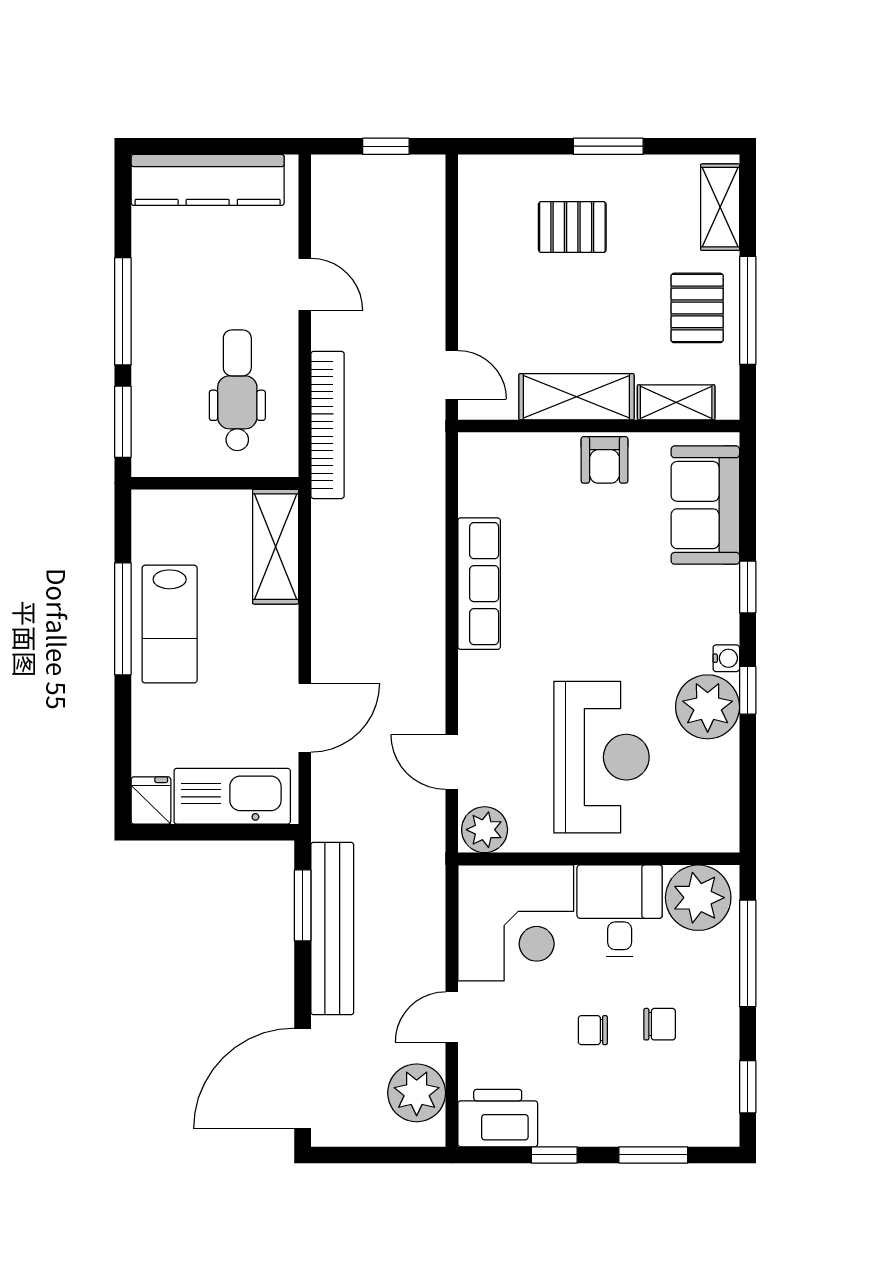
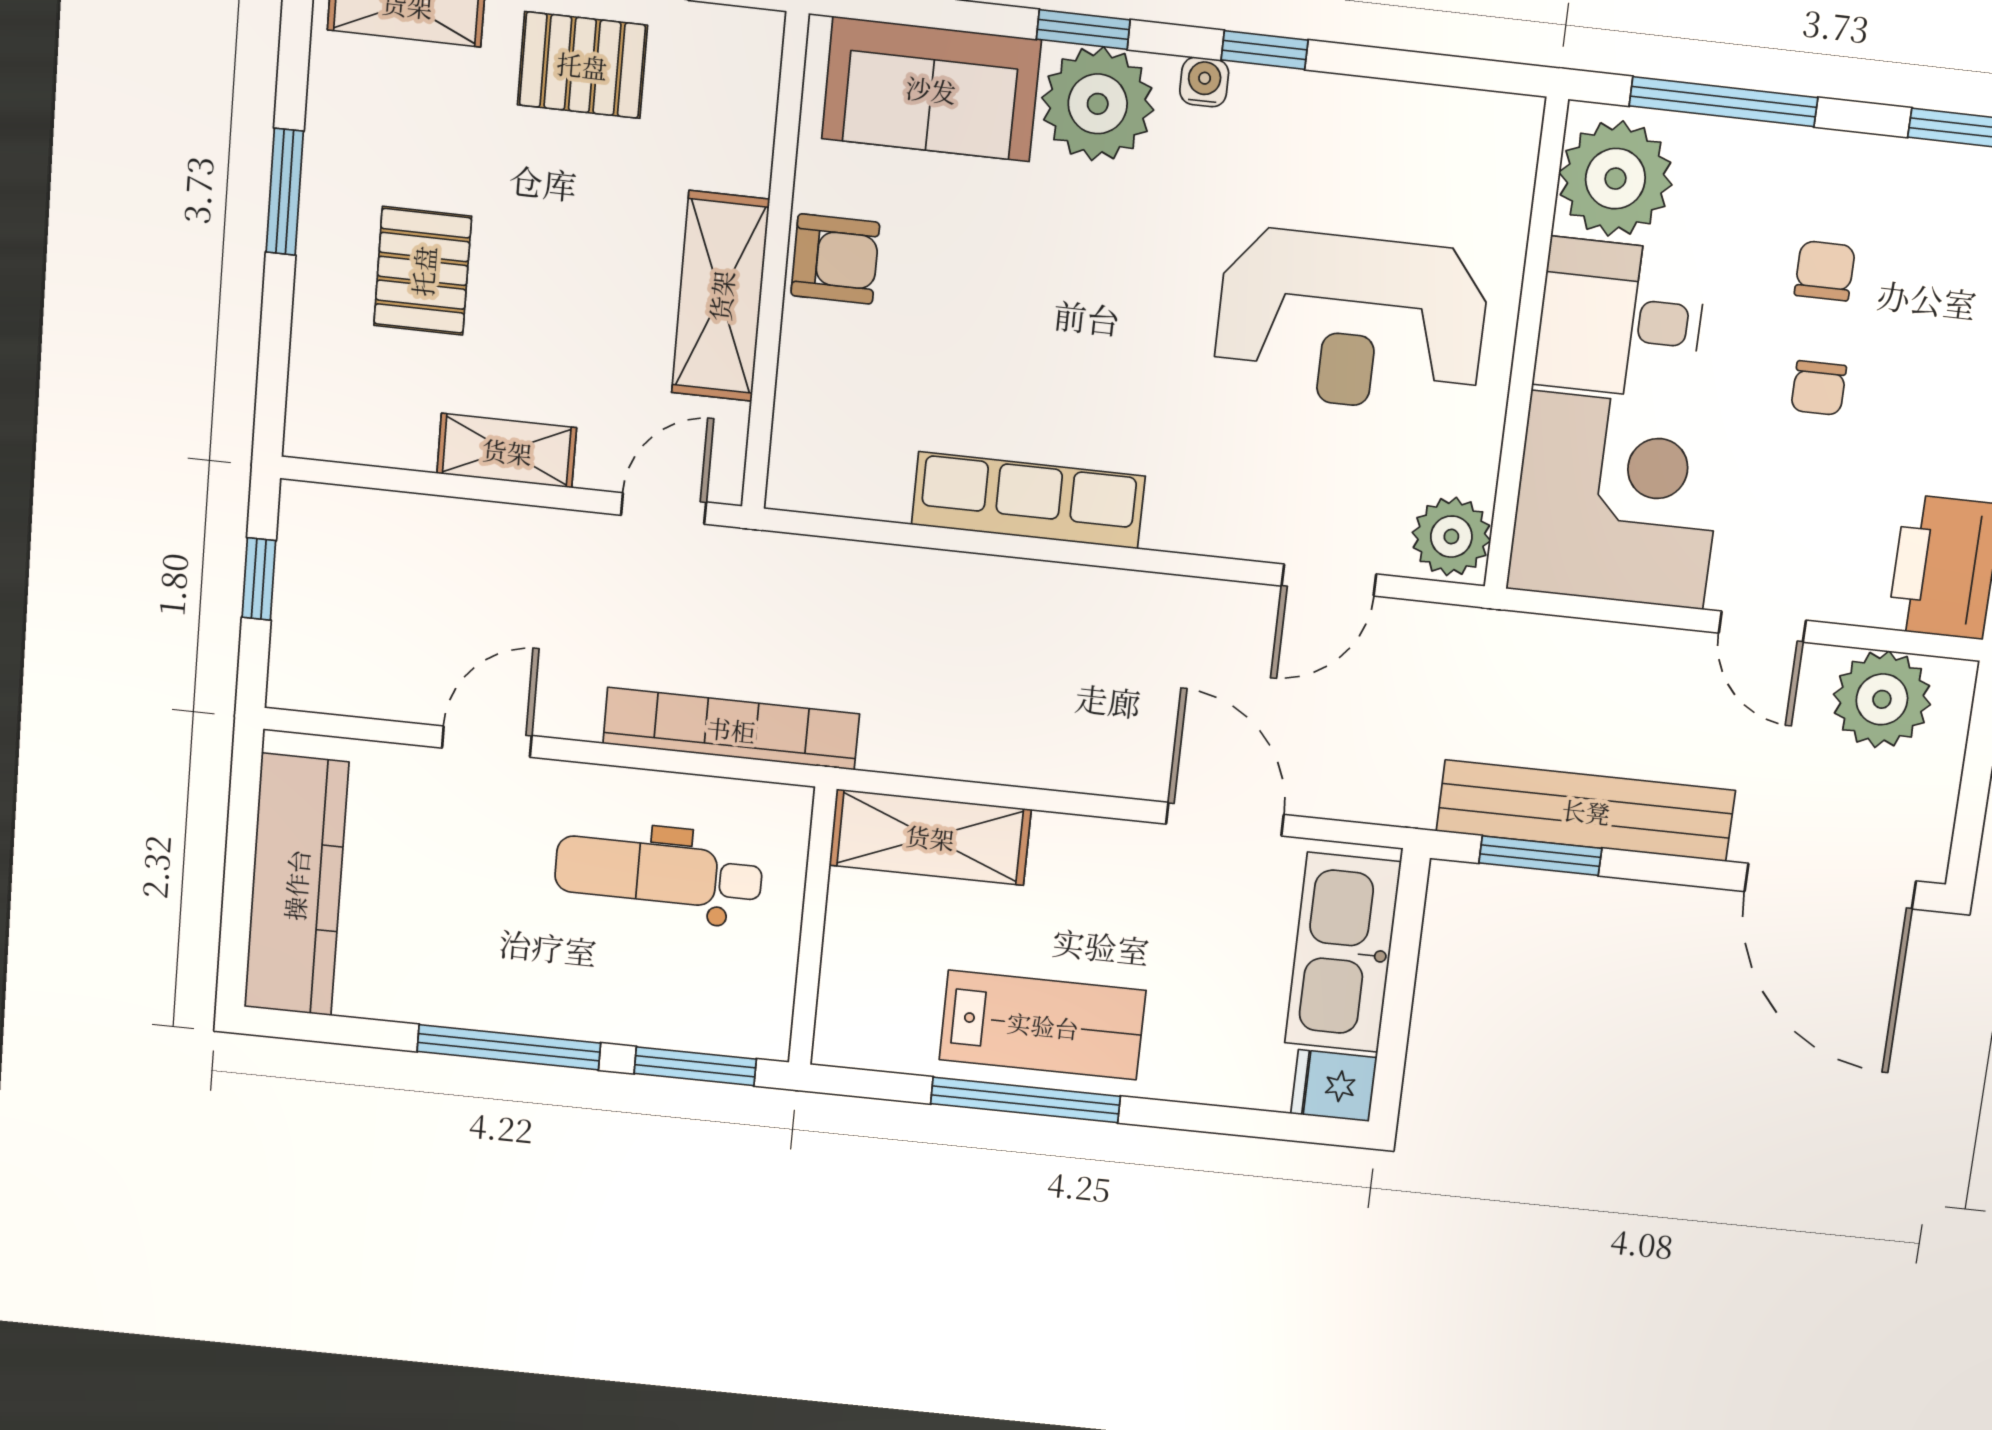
shelving: (676, 402) -> (507, 451), moved, turned 90
plant: (708, 707) -> (1098, 104), moved
reception desk: (601, 757) -> (1351, 321), turned 180

